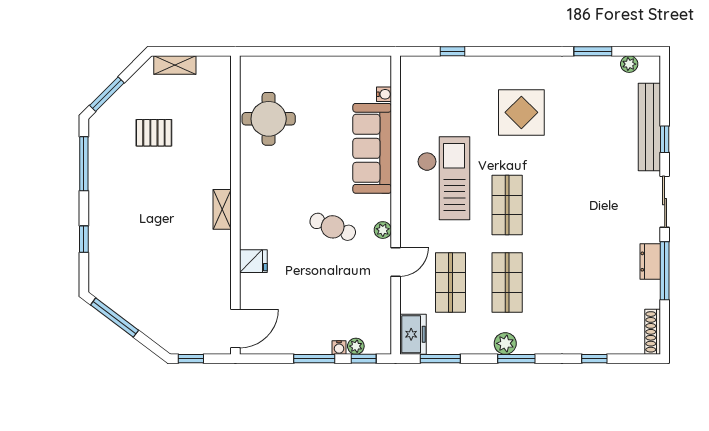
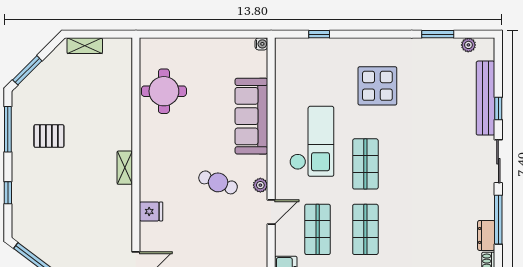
water cooler: (384, 94) -> (261, 44), moved
pallet: (154, 133) -> (49, 136), moved
dresser: (650, 262) -> (486, 235), moved

